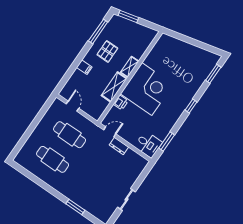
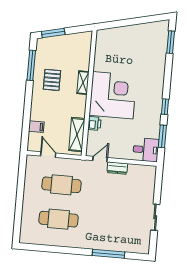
filing cabinet: (84, 67) -> (36, 127), moved
shelving: (114, 87) -> (77, 135), moved
window: (191, 106) -> (165, 107), moved
window: (75, 207) -> (108, 254), width x1.44

